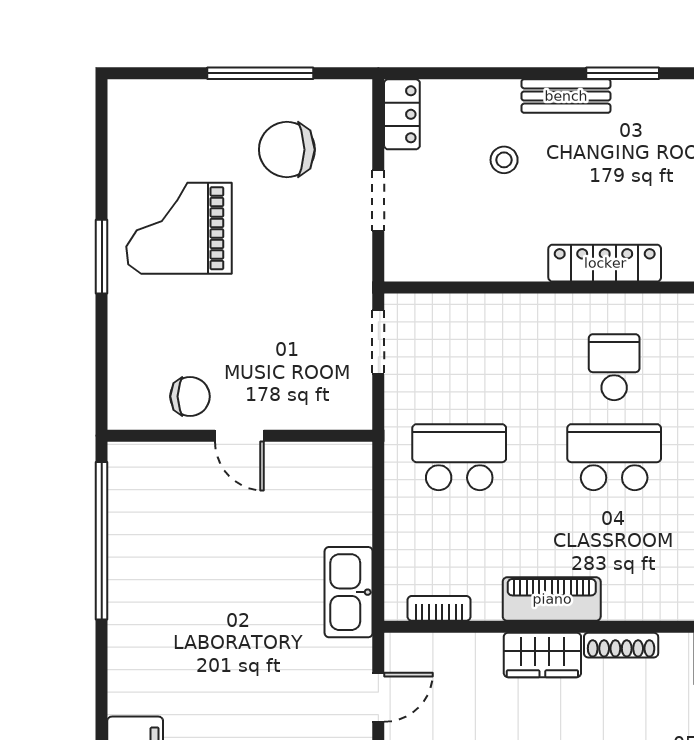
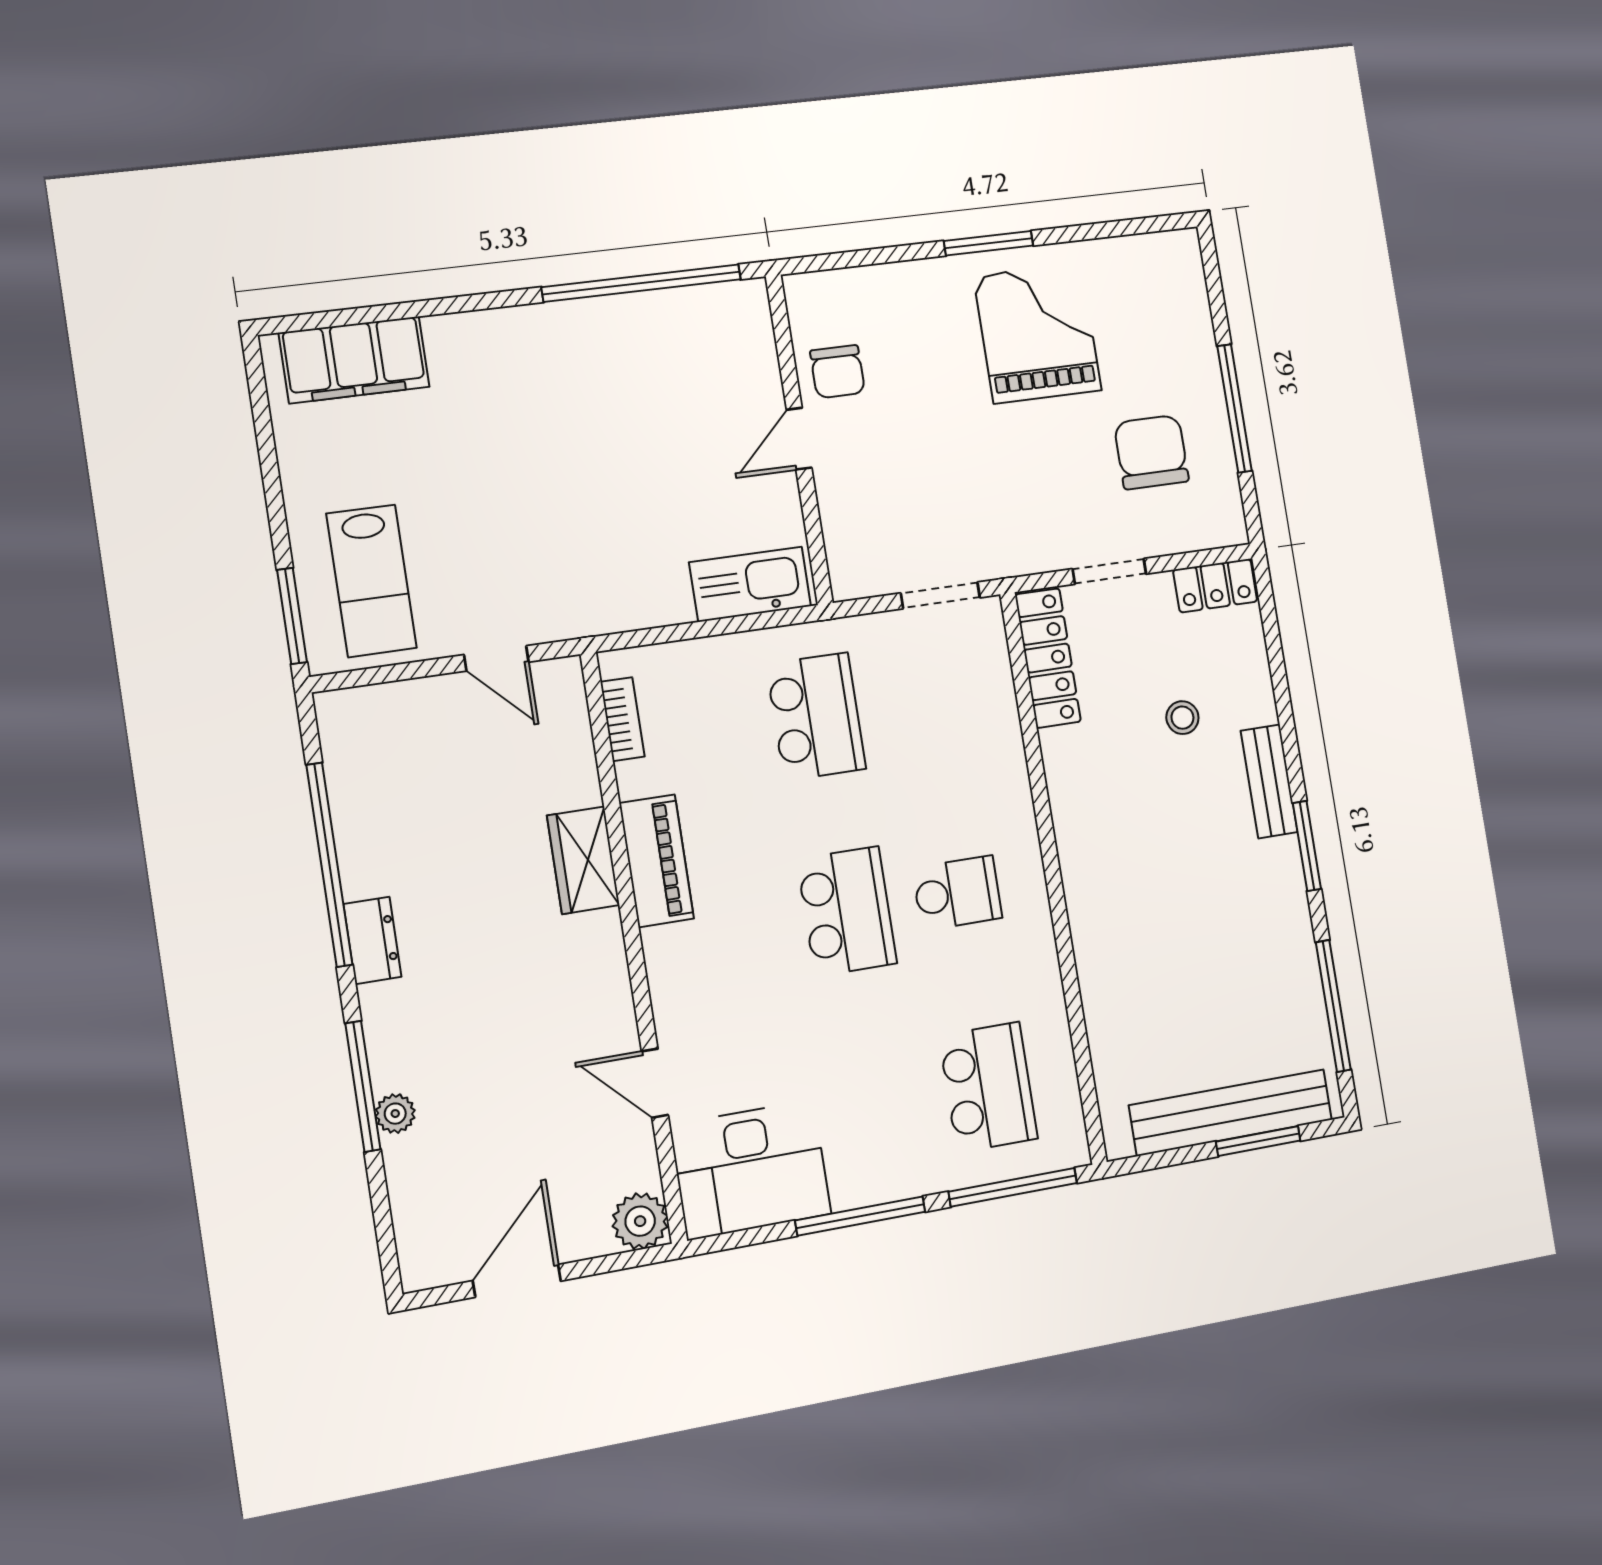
locker: (605, 263) -> (1048, 658), moved
kitchen sink: (349, 592) -> (750, 584), moved
shoe rack: (621, 645) -> (611, 959), removed

